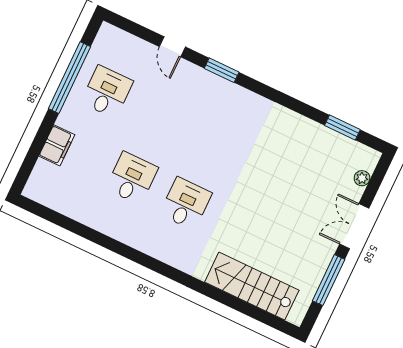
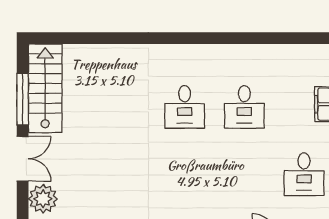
plant: (362, 178) -> (43, 199), width x1.88, depth x1.88
stairs: (252, 286) -> (45, 88), moved, turned -90

